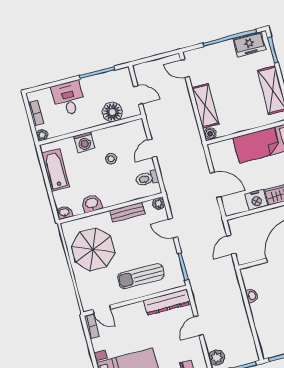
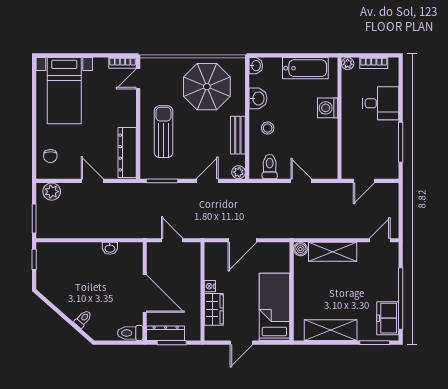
floor lamp: (112, 112) -> (353, 148), removed
stool: (111, 159) -> (268, 128), moved
nightstand: (256, 200) -> (210, 286), width x0.53, depth x0.56

